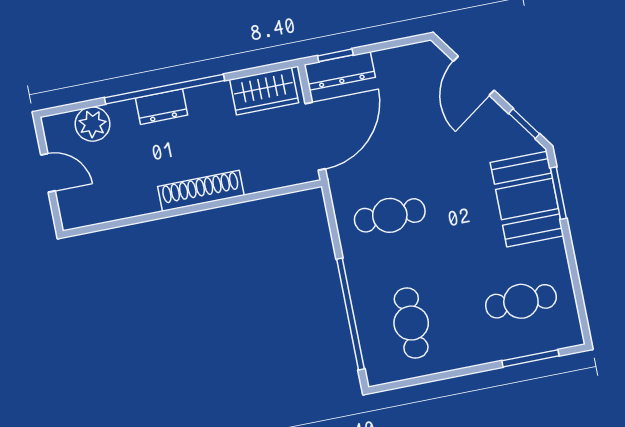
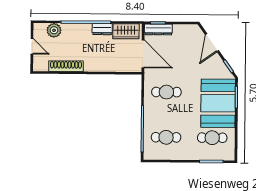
dresser: (161, 107) -> (102, 29), moved
door: (315, 136) -> (143, 54), hinge flipped
shoe rack: (201, 191) -> (66, 66), moved
booth: (527, 199) -> (218, 103), width x1.36, depth x1.42
cafe table: (411, 323) -> (166, 137), turned 90

